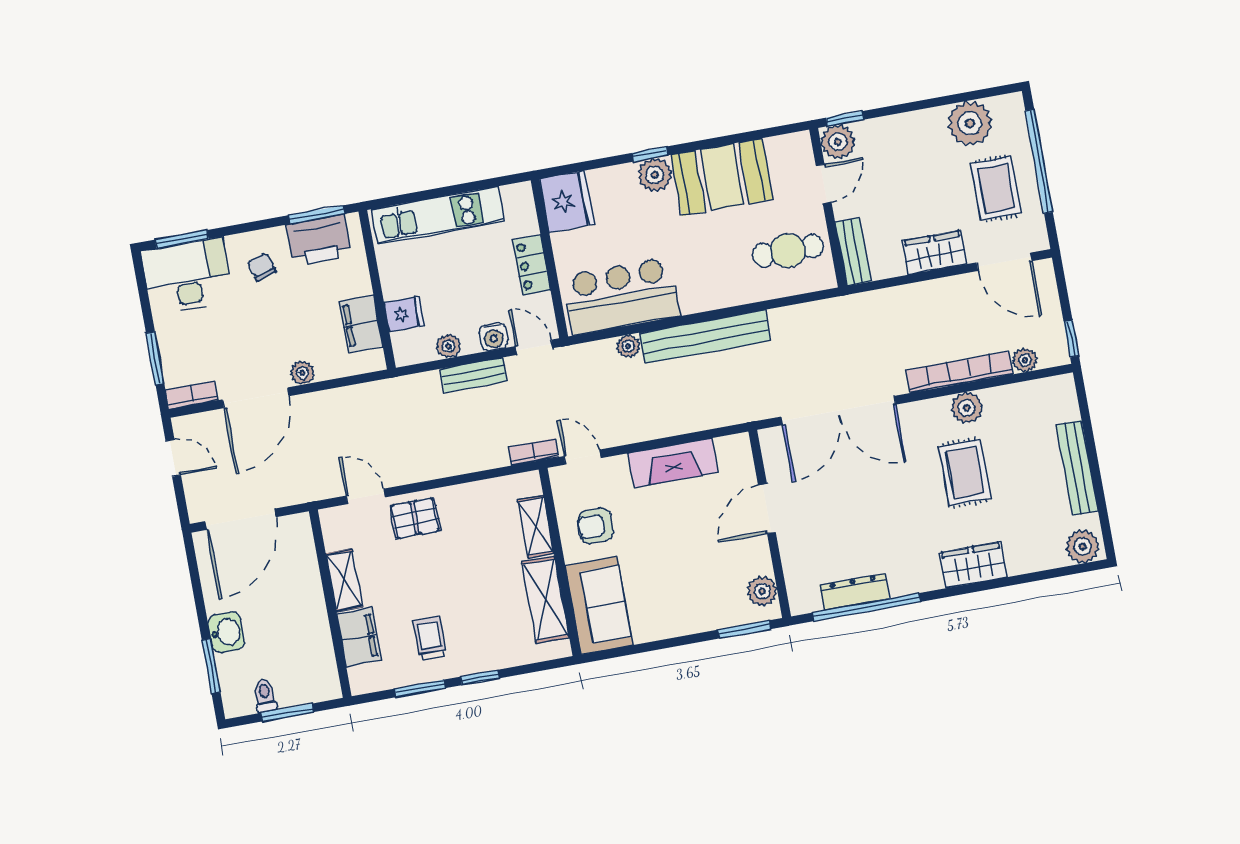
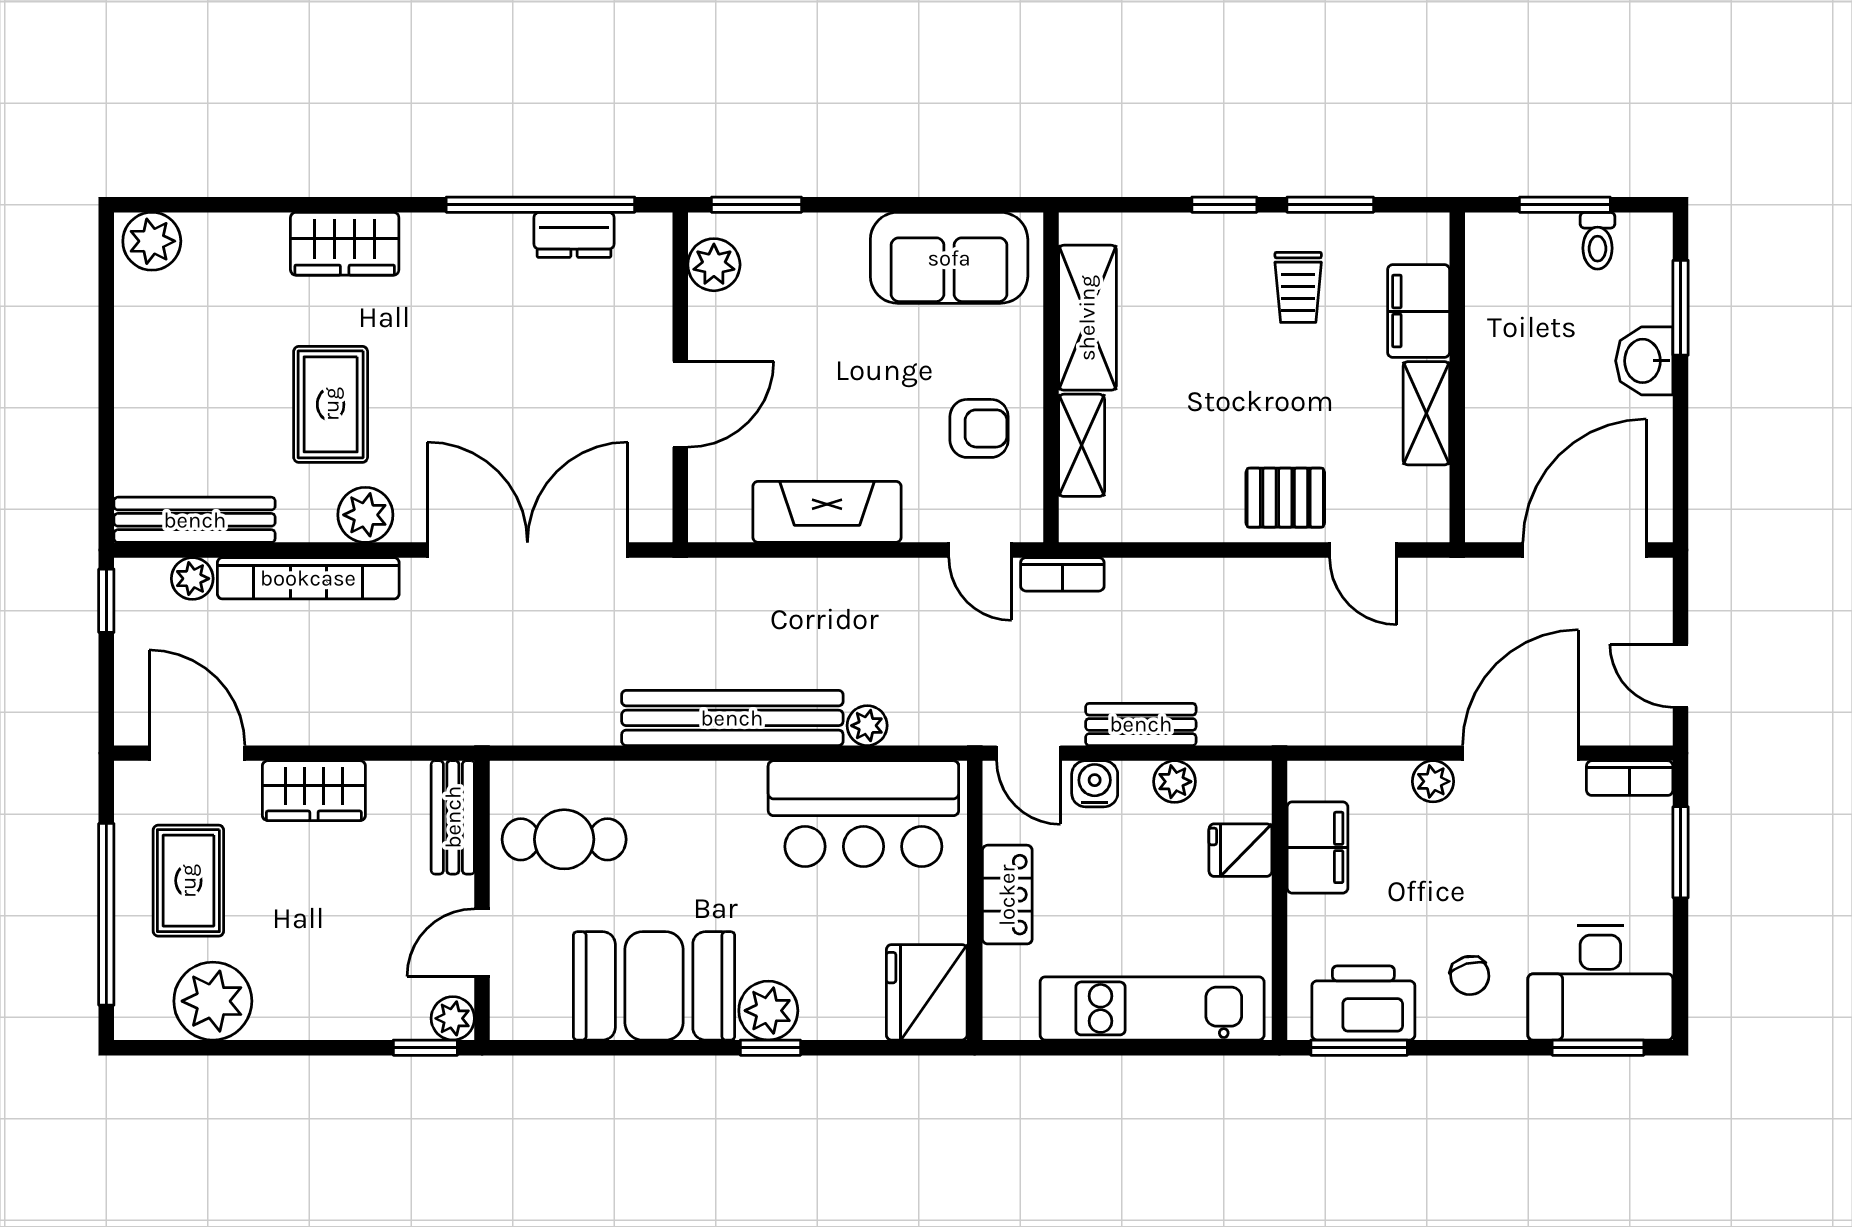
plant: (838, 142) -> (453, 1018), width x0.73, depth x0.73
plant: (967, 408) -> (365, 515), moved
bench: (1077, 468) -> (195, 520), moved, turned 90
dresser: (854, 592) -> (574, 235), width x0.70
sofa: (599, 605) -> (949, 258), moved, turned -90

